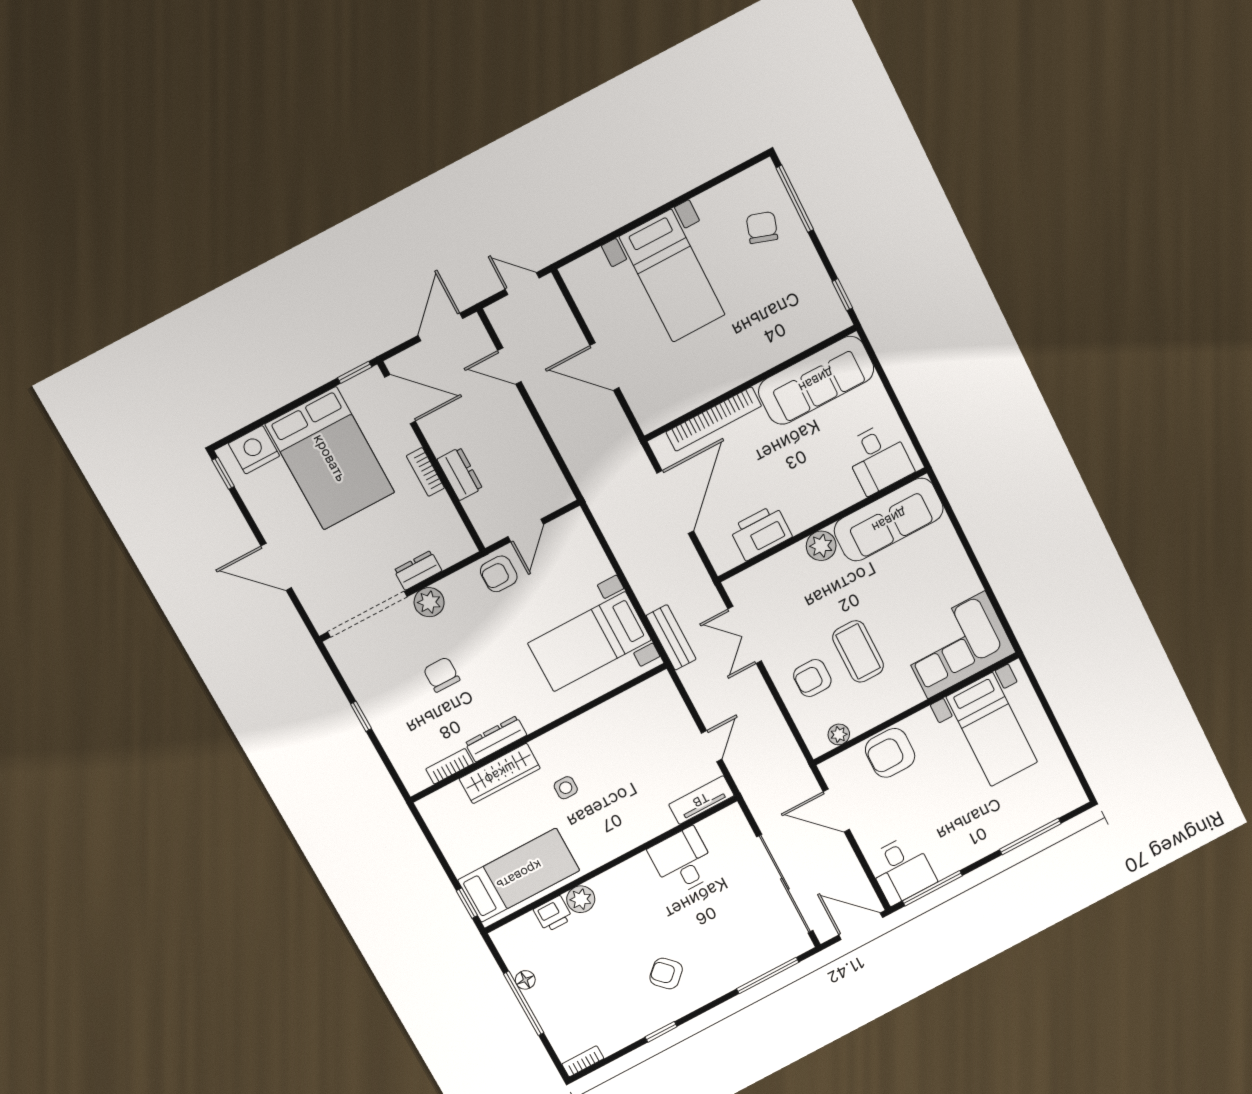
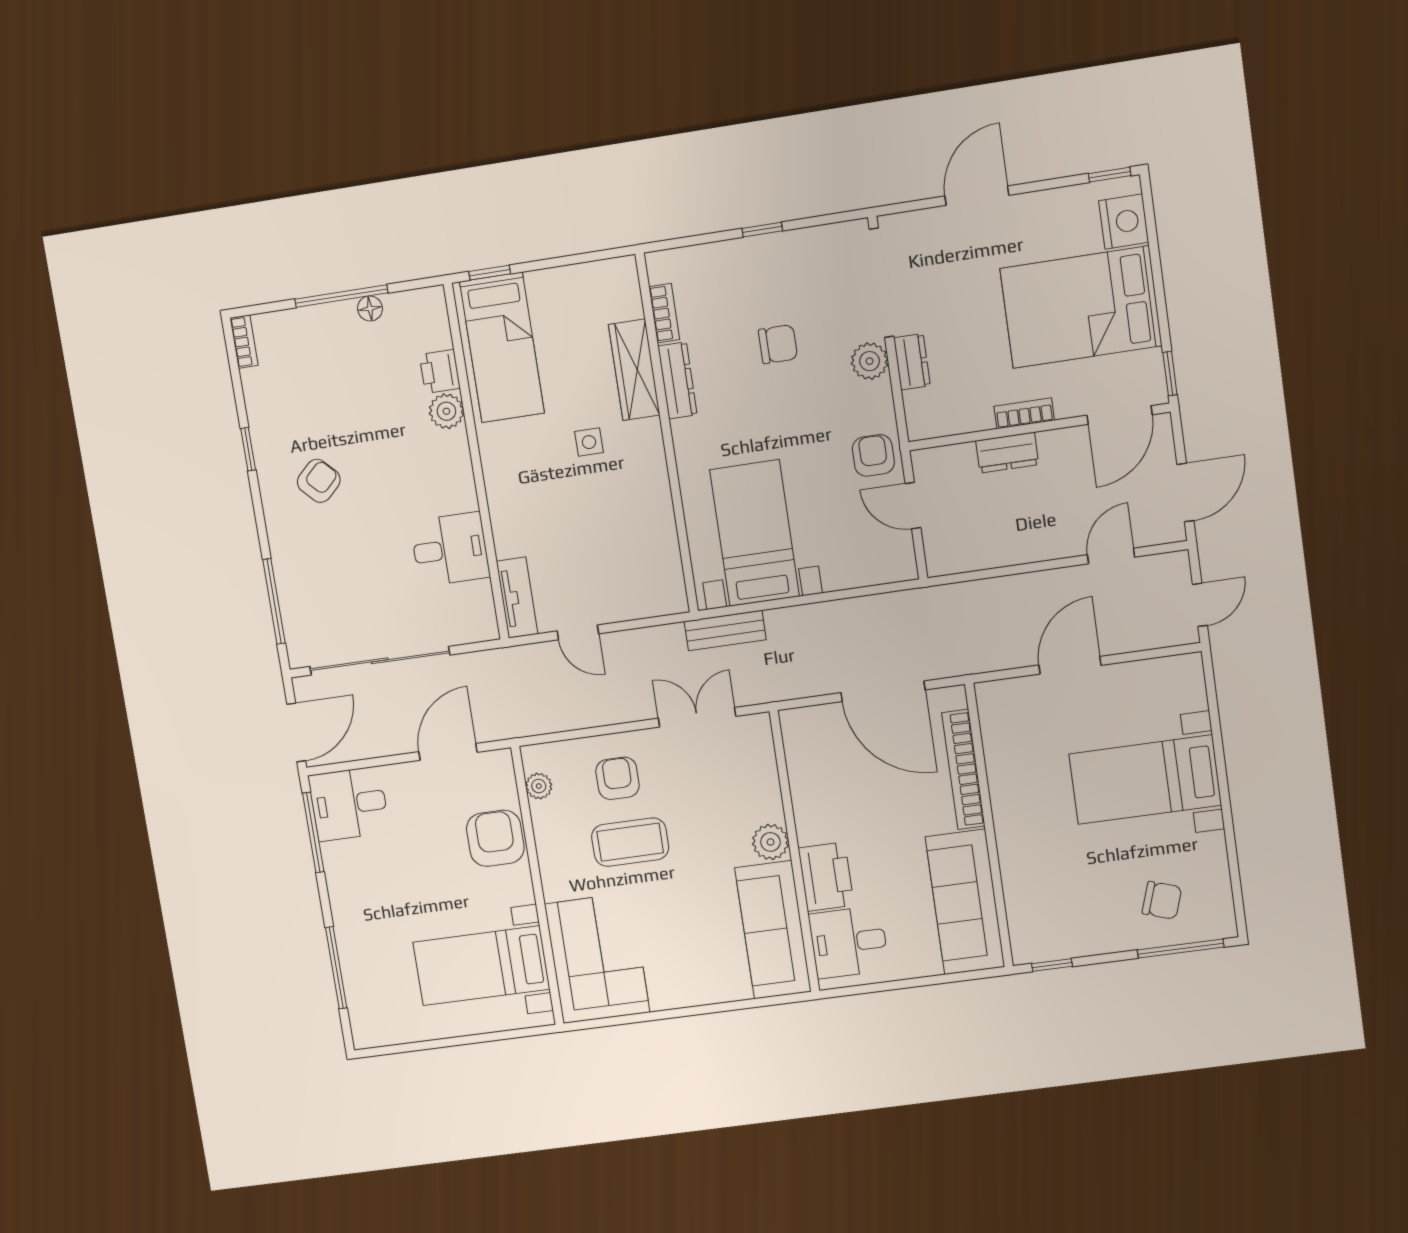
door: (440, 327) -> (1185, 492), hinge flipped
printer: (761, 532) -> (826, 877), moved

